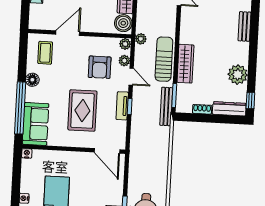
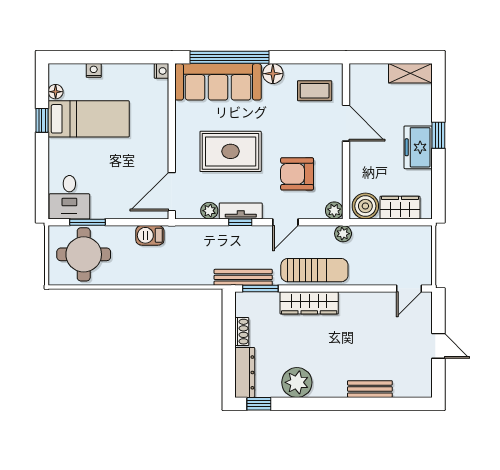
plant: (124, 61) -> (209, 211), moved
sofa: (36, 124) -> (218, 82), width x1.36
barbecue: (135, 167) -> (150, 235), added

